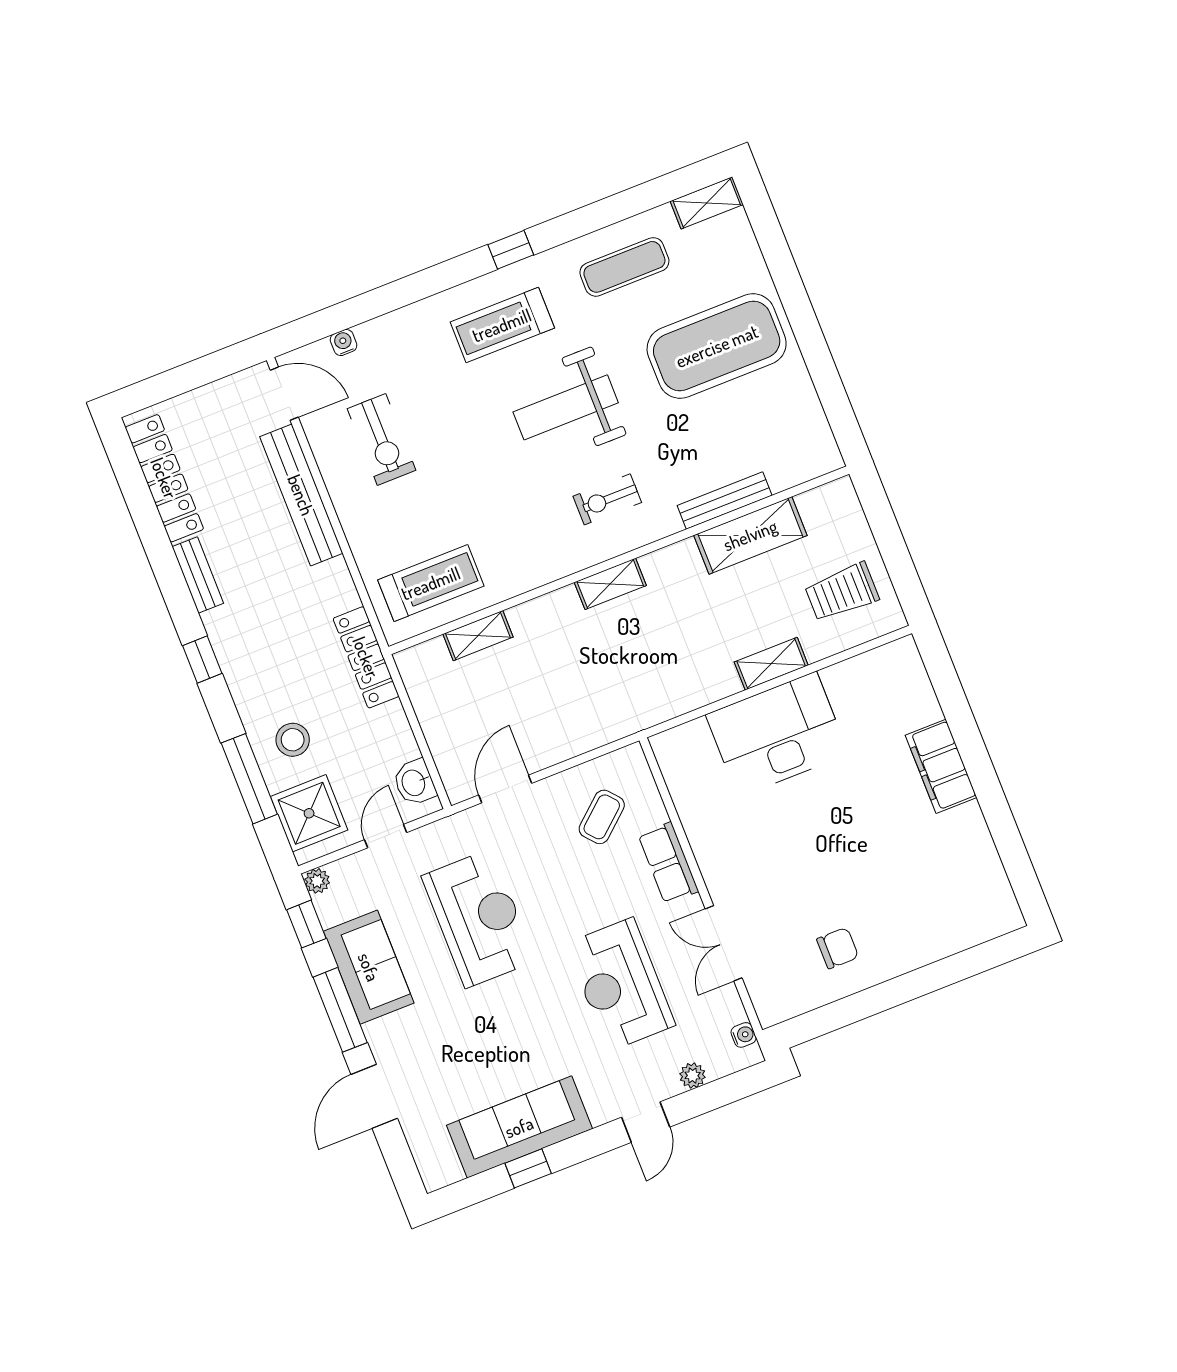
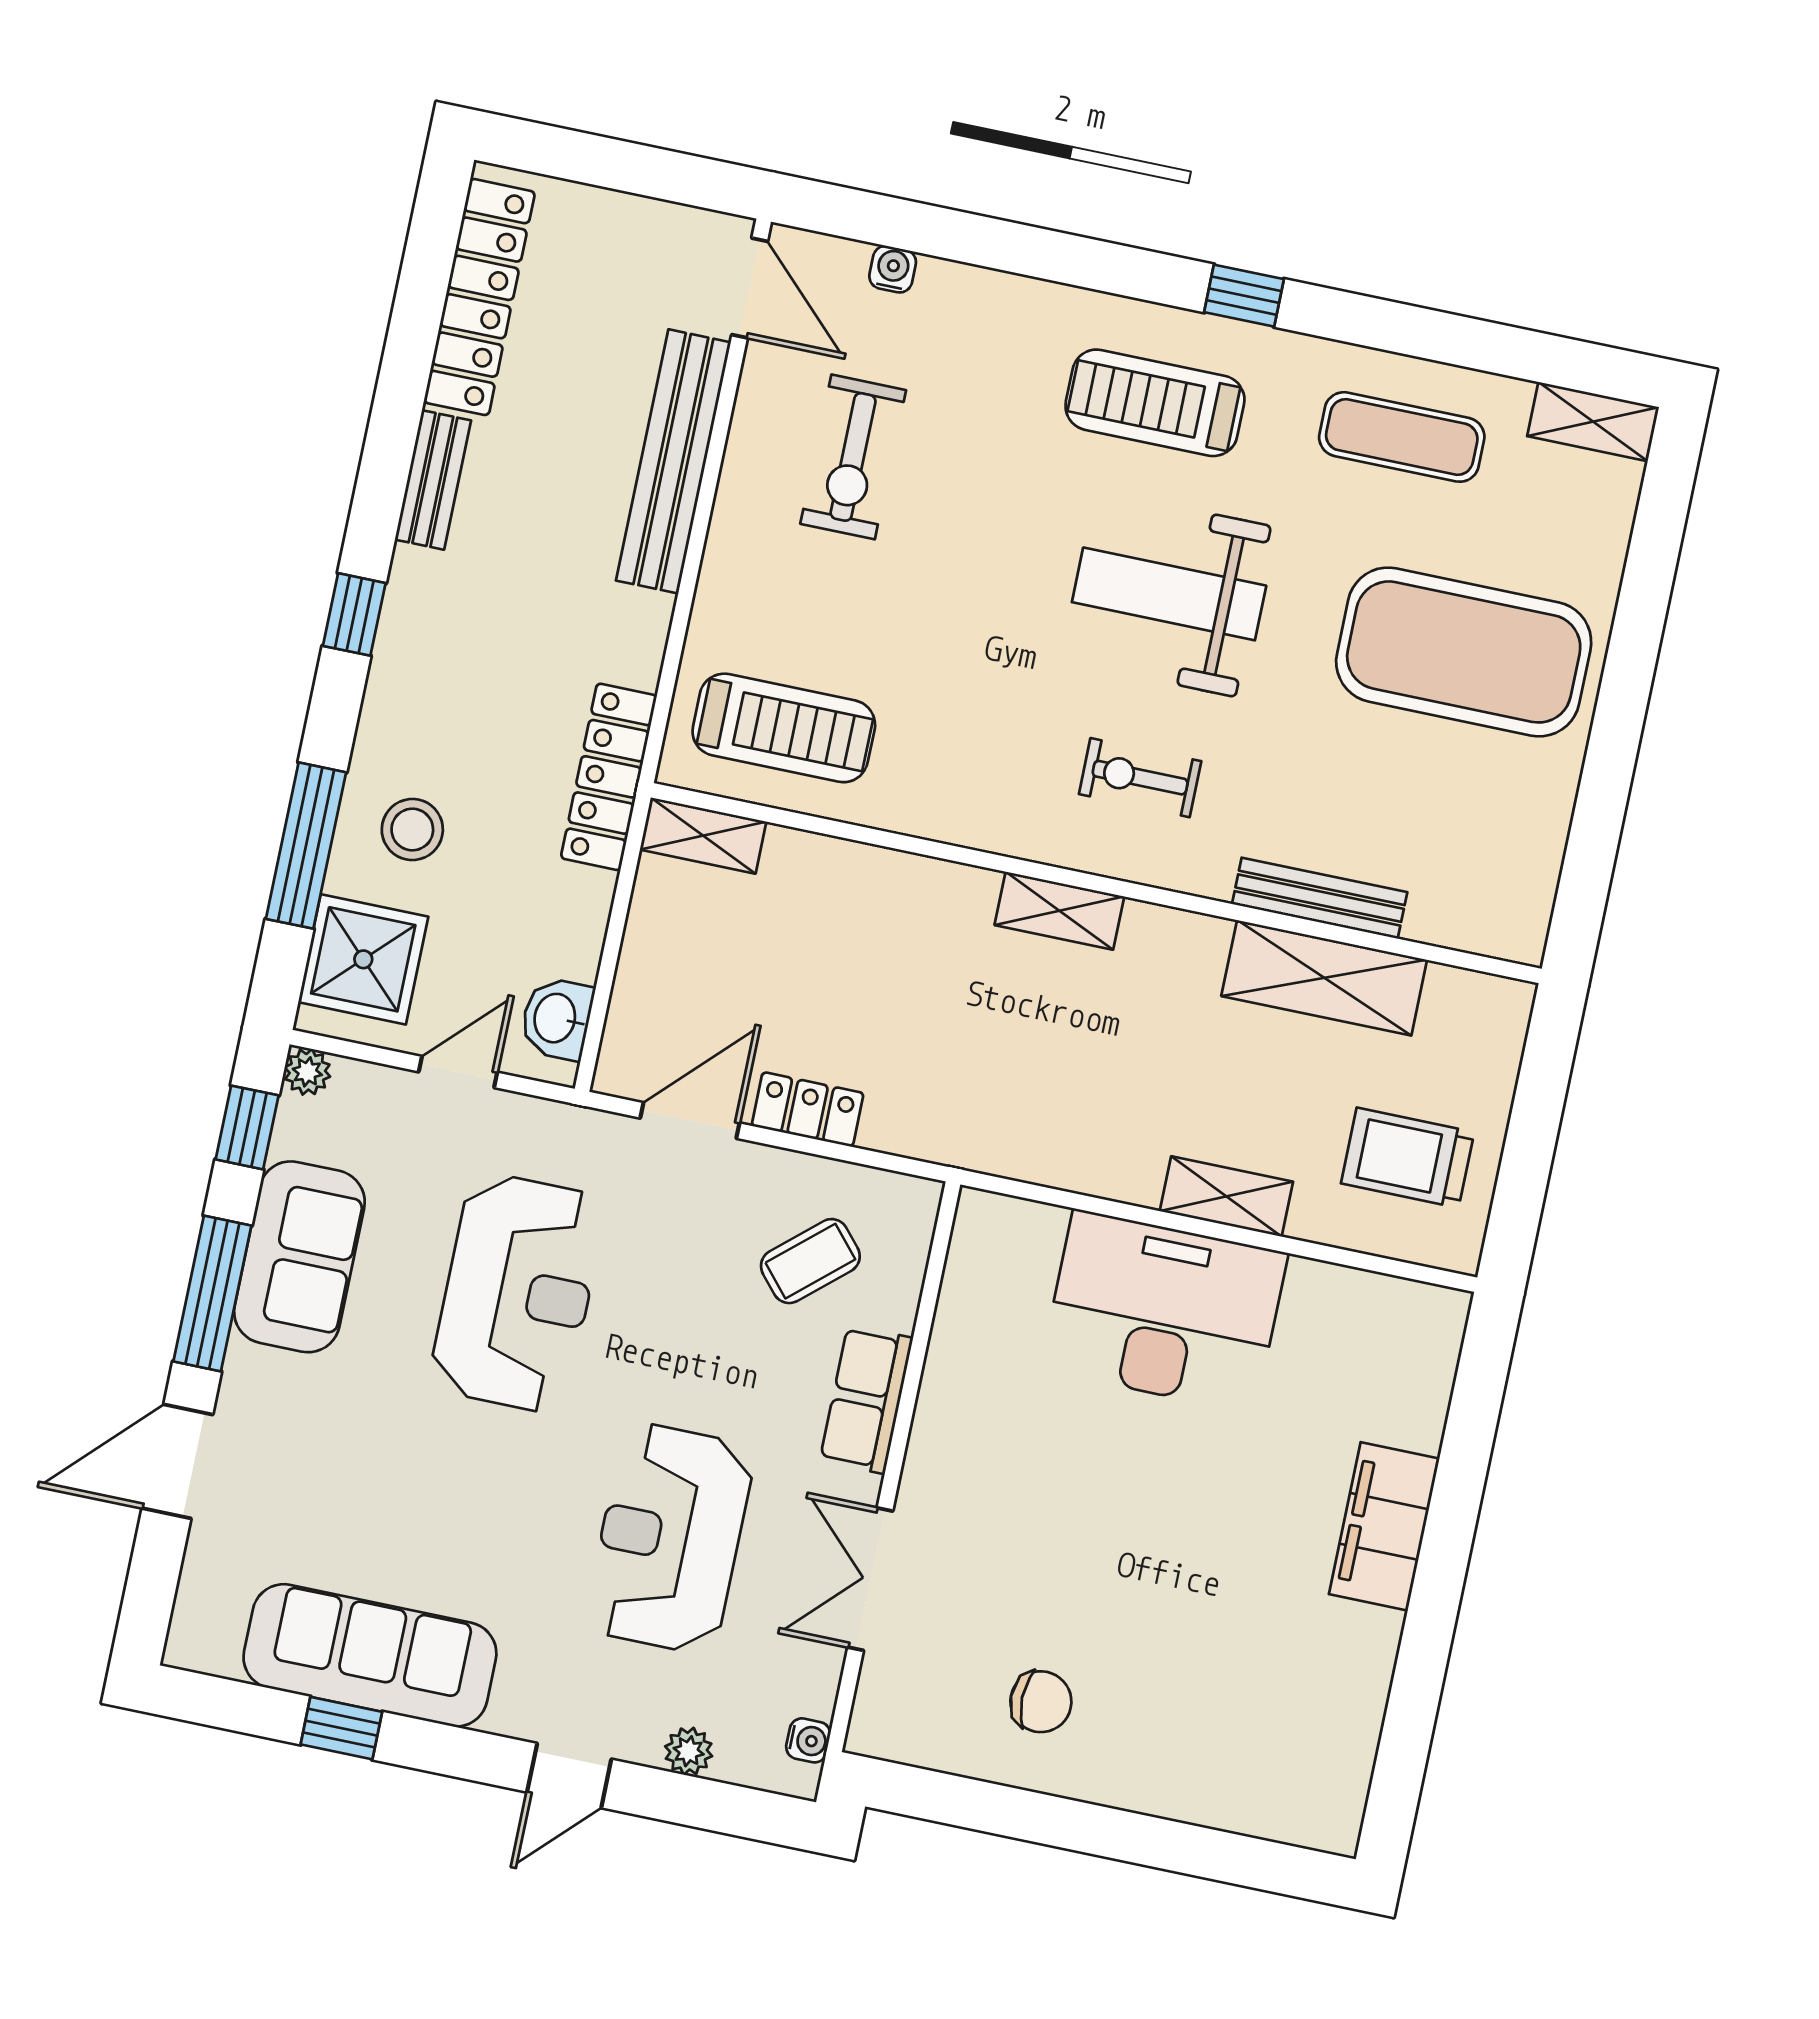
shelving: (478, 636) -> (703, 836), moved
locker: (555, 749) -> (808, 1109), added

